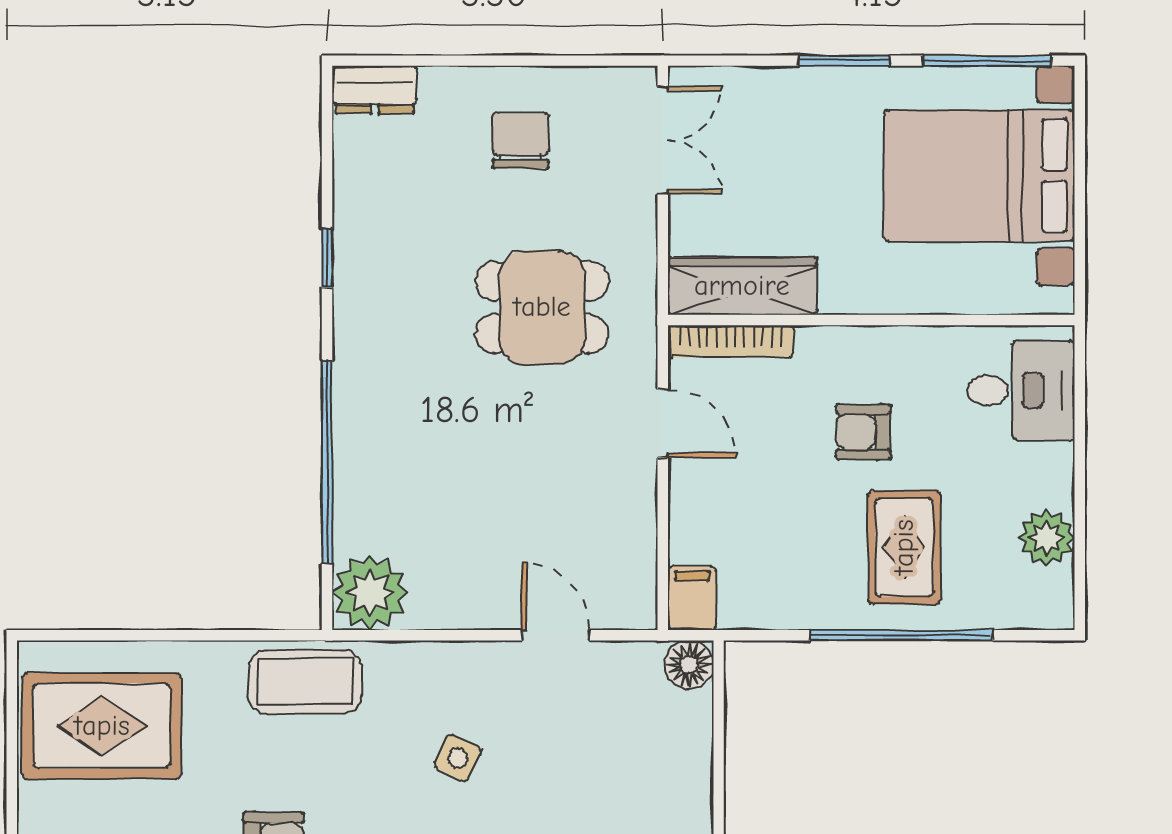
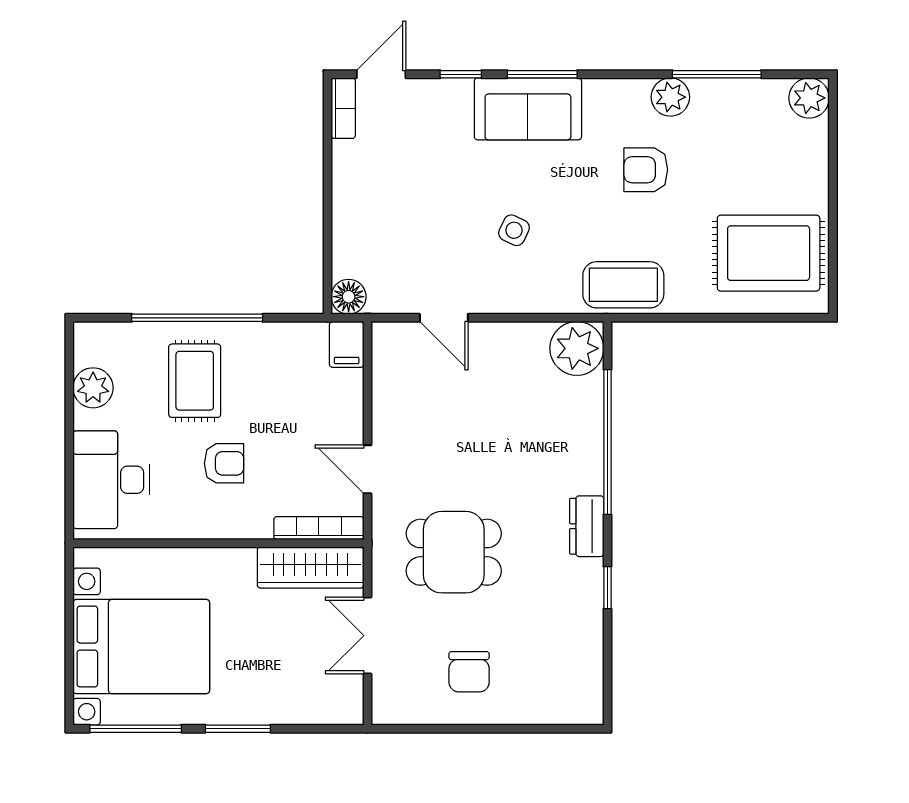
dresser: (375, 90) -> (587, 526), moved, turned -90
double door: (663, 140) -> (367, 636), moved
desk: (1021, 390) -> (111, 480), width x1.37

